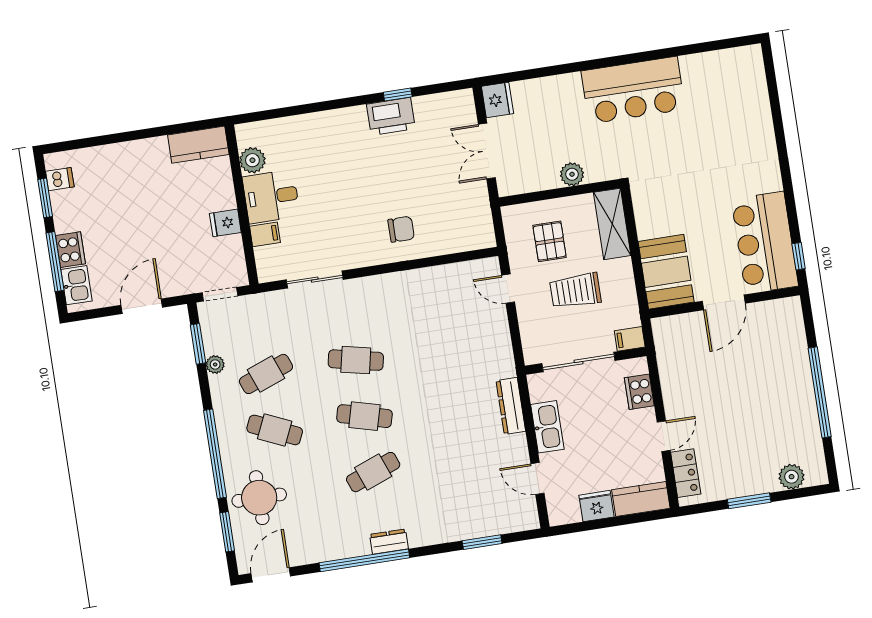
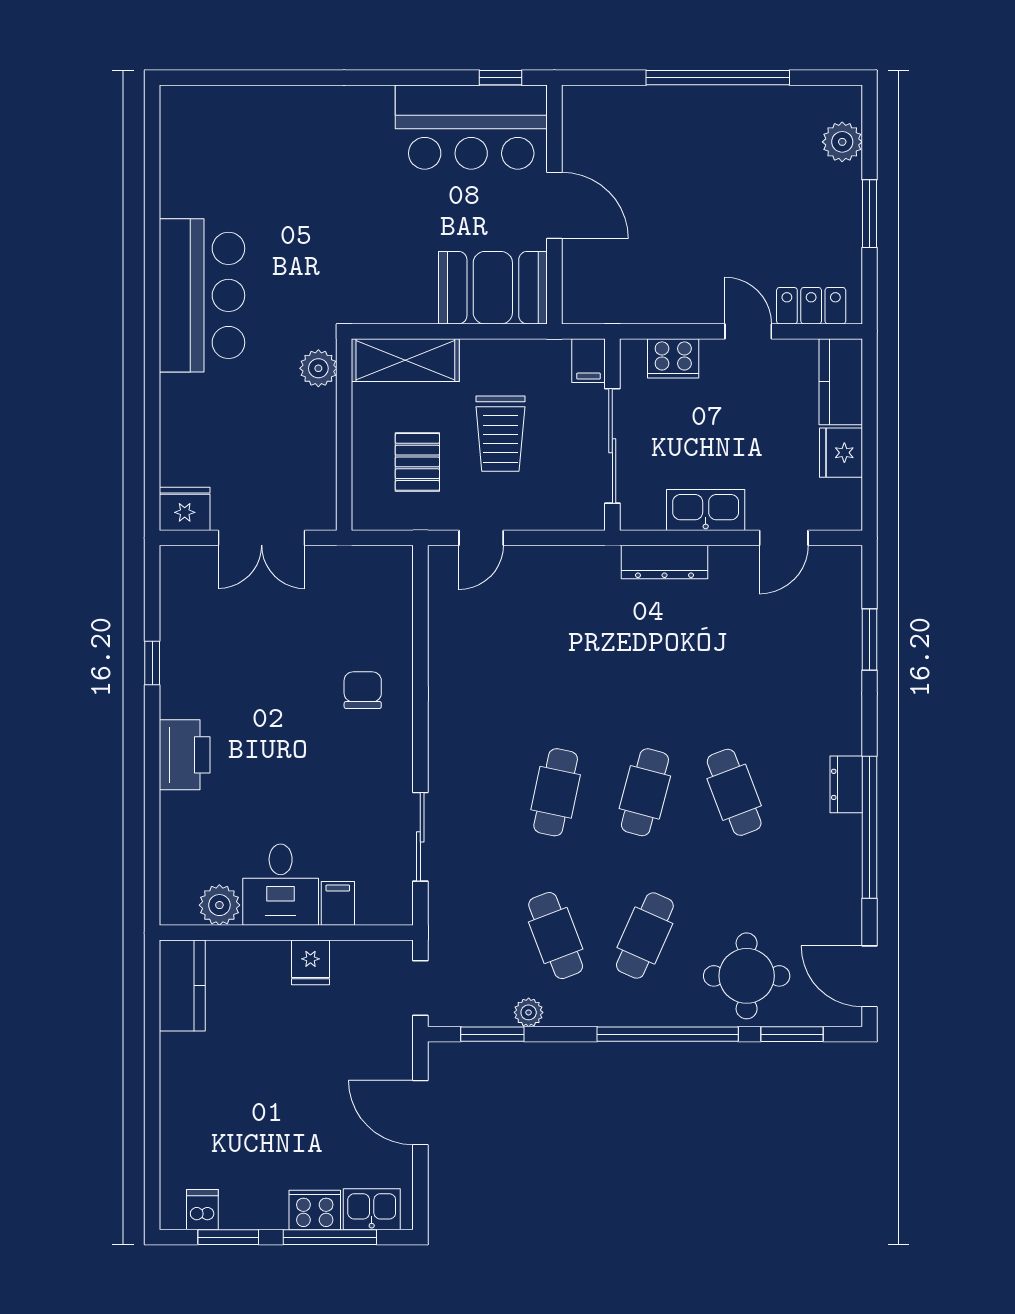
printer: (391, 116) -> (185, 755), moved
plant: (572, 174) -> (318, 368), moved
pallet: (550, 241) -> (417, 462), turned 90

